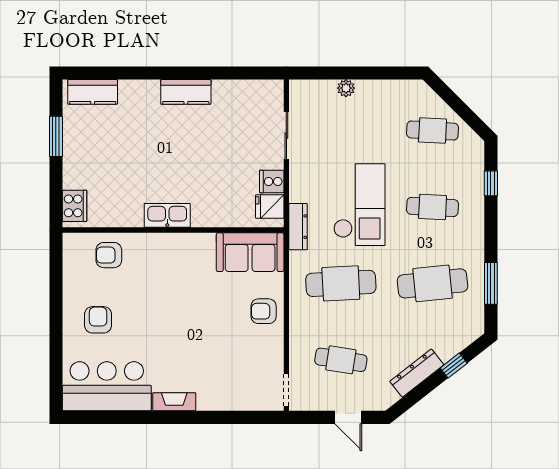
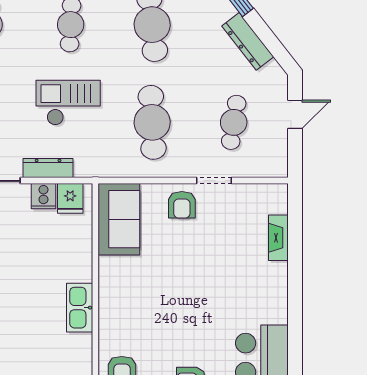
checkout: (359, 205) -> (68, 103), width x0.73, depth x0.83
dresser: (298, 227) -> (48, 168), moved
doorway: (286, 390) -> (214, 180), moved
fireplace: (174, 402) -> (278, 238), moved

